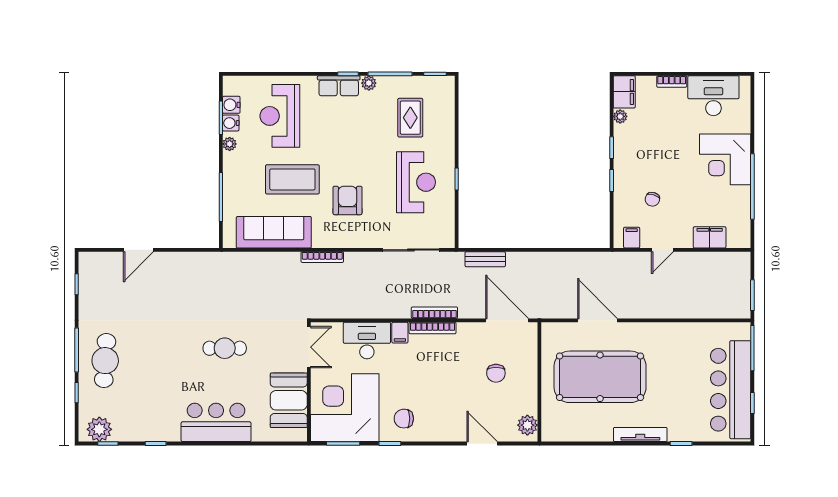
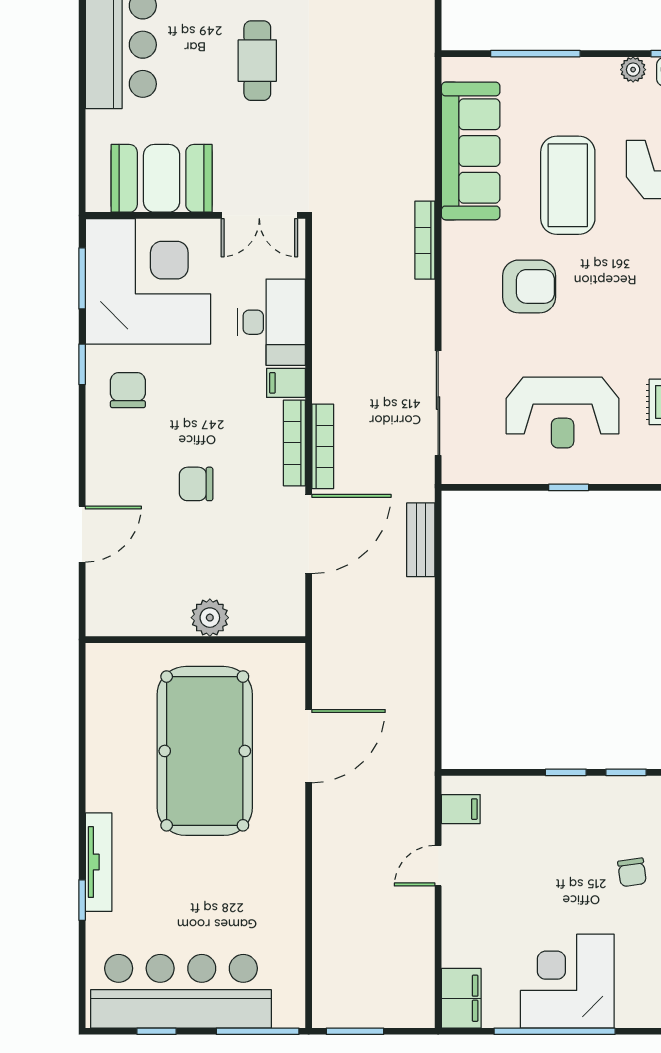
corner desk: (725, 159) -> (567, 981), moved
chair: (652, 199) -> (632, 872), moved, turned -115
filing cabinet: (710, 237) -> (461, 998), moved
door: (662, 250) -> (438, 866), hinge flipped
door: (507, 320) -> (309, 534), moved
chair: (496, 373) -> (196, 484), moved
plant: (527, 425) -> (210, 618), moved
tv unit: (640, 435) -> (99, 862), moved

